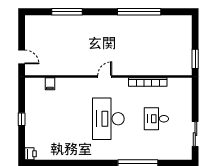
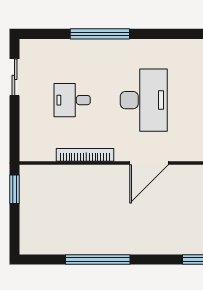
door: (105, 76) -> (149, 163), width x1.87
desk: (156, 119) -> (72, 100), turned 180

